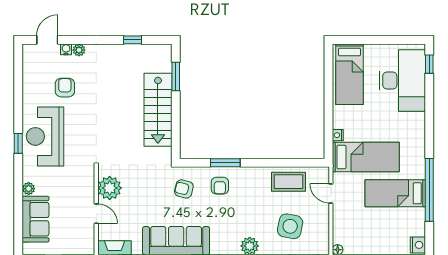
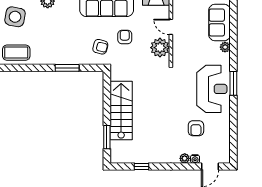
window: (18, 143) -> (233, 83), width x1.50
armchair: (220, 186) -> (125, 37), moved

